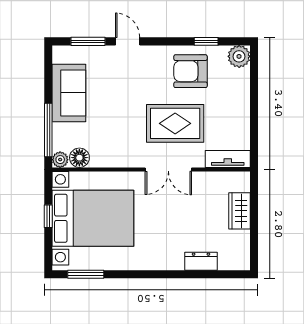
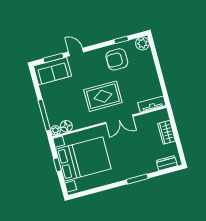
sofa: (69, 93) -> (52, 71), moved, turned 90
rug: (175, 123) -> (103, 96), moved
dresser: (201, 261) -> (167, 163), moved
window: (86, 274) -> (137, 179), moved

